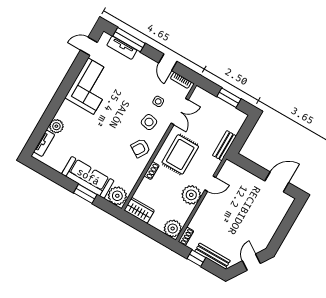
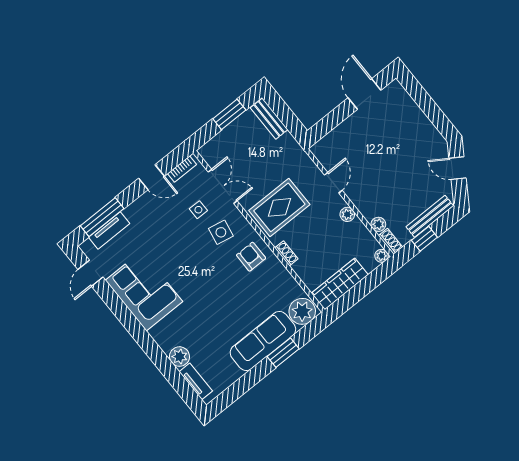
bench: (224, 146) -> (269, 119), moved
armchair: (140, 148) -> (251, 257), turned 148
rug: (180, 154) -> (279, 207), turned 90
plant: (191, 195) -> (347, 214), width x0.53, depth x0.53
wardrobe: (139, 210) -> (340, 284), width x1.50
plant: (194, 224) -> (378, 224), added
plant: (173, 228) -> (381, 256), width x0.53, depth x0.53

